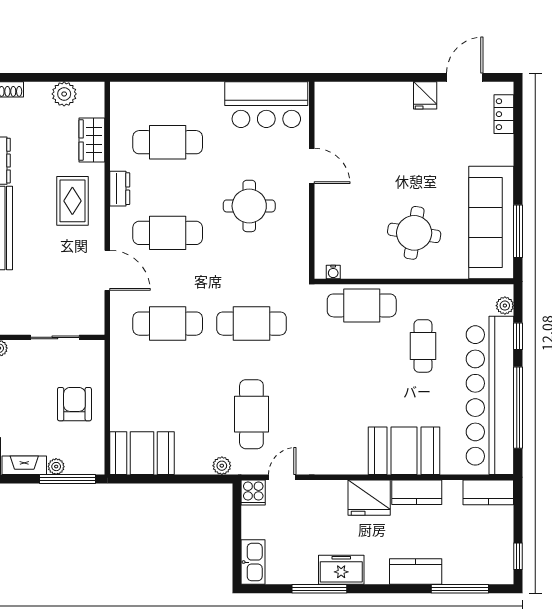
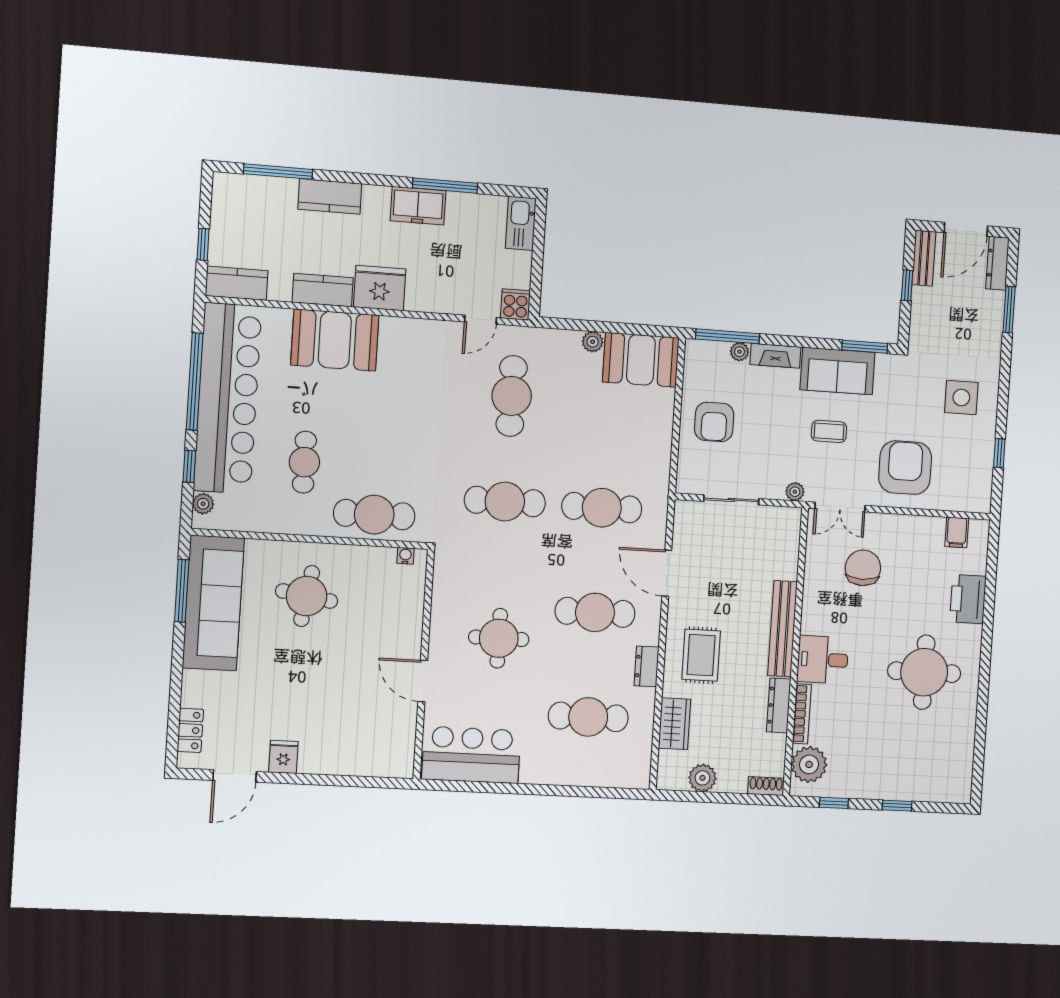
plant: (222, 466) -> (593, 342), moved
window: (518, 556) -> (203, 244), moved

